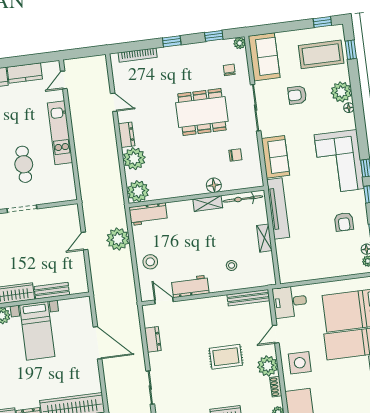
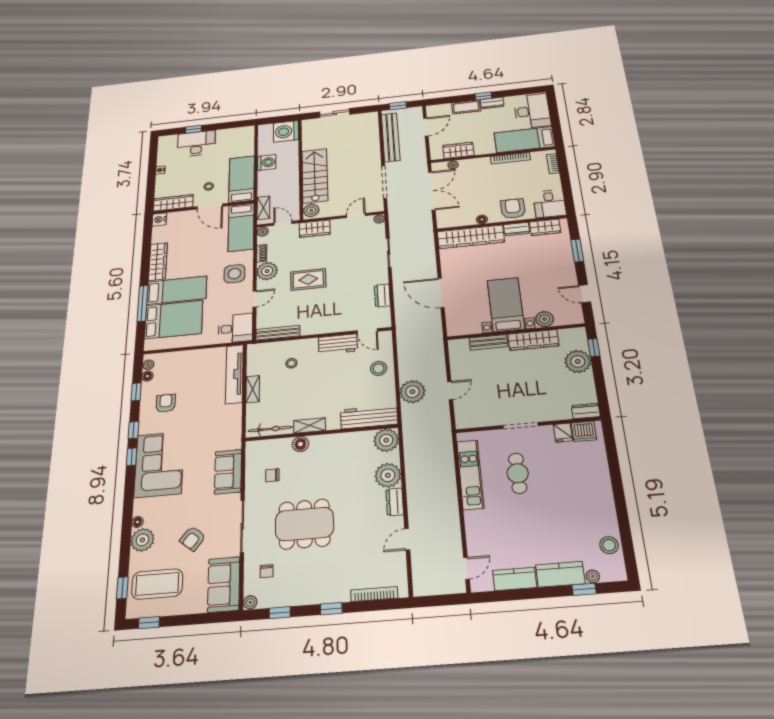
armchair: (297, 95) -> (193, 539), turned 129
door: (114, 102) -> (407, 539), hinge flipped
kitchen unit: (60, 133) -> (470, 475), moved
tv unit: (278, 209) -> (234, 374), moved
workbench: (148, 214) -> (369, 417), width x1.38

